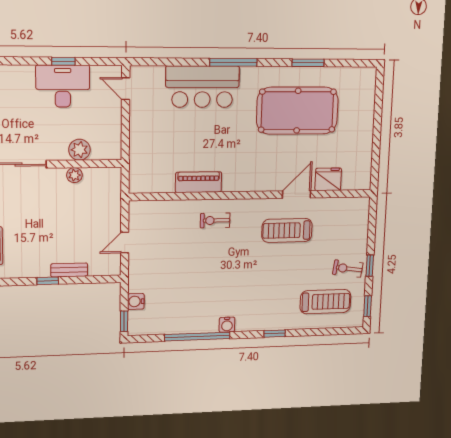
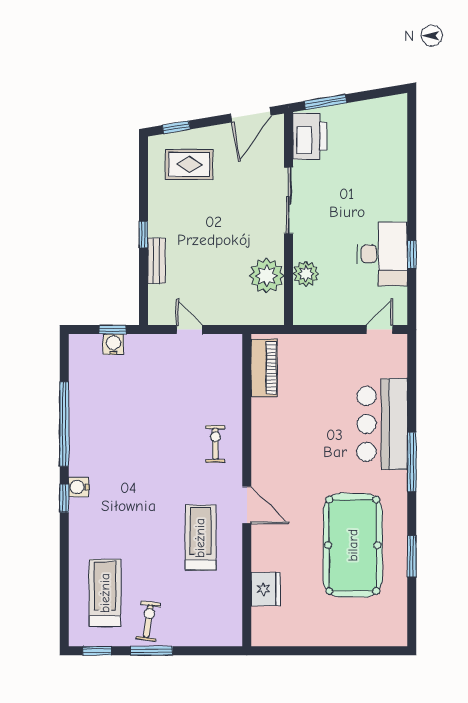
plant: (74, 175) -> (267, 276), width x1.88, depth x1.88
piano: (199, 182) -> (264, 368), moved
door: (297, 194) -> (247, 505), moved
window: (370, 266) -> (151, 651), width x1.50
treadmill: (325, 302) -> (105, 593), turned 180
window: (124, 321) -> (113, 330), moved
water cooler: (227, 325) -> (79, 487), moved
window: (275, 334) -> (64, 498), moved

